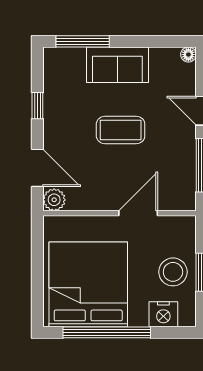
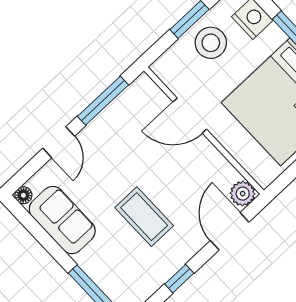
sofa: (117, 65) -> (62, 220), moved
coffee table: (121, 130) -> (144, 217), moved

